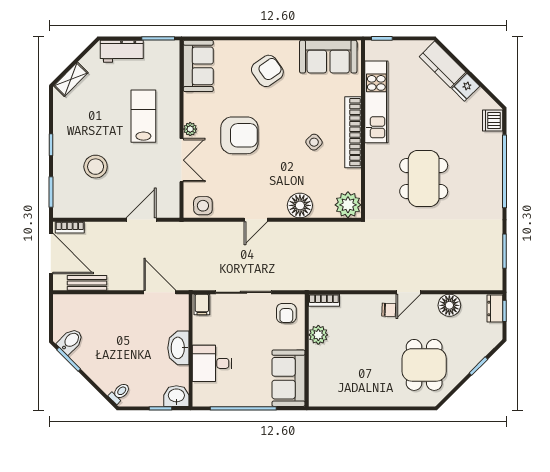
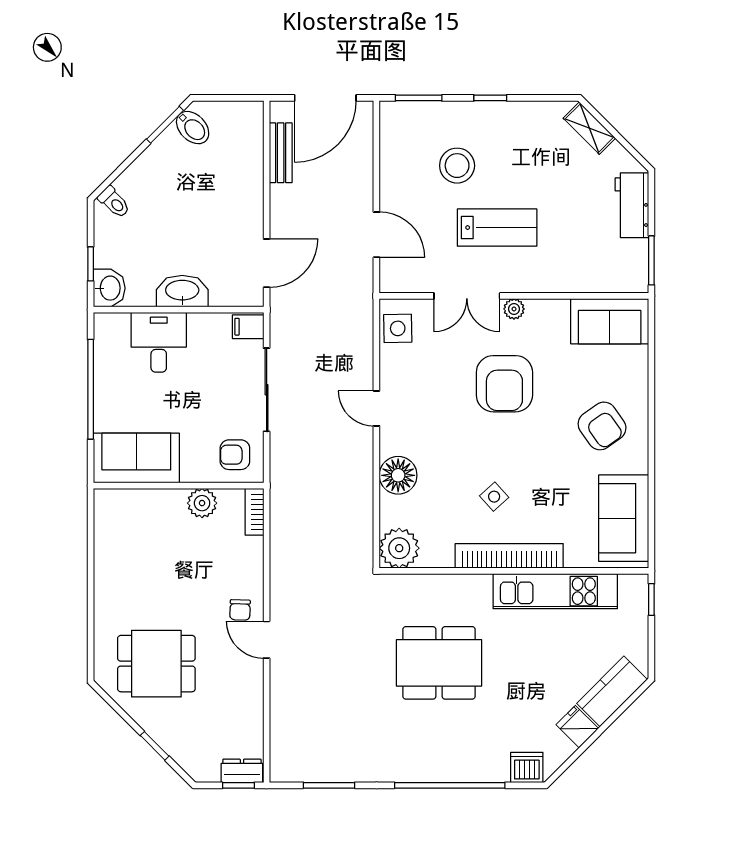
lab bench: (143, 116) -> (497, 228), moved
bookcase: (70, 227) -> (365, 127), removed
floor lamp: (449, 305) -> (247, 702), removed

